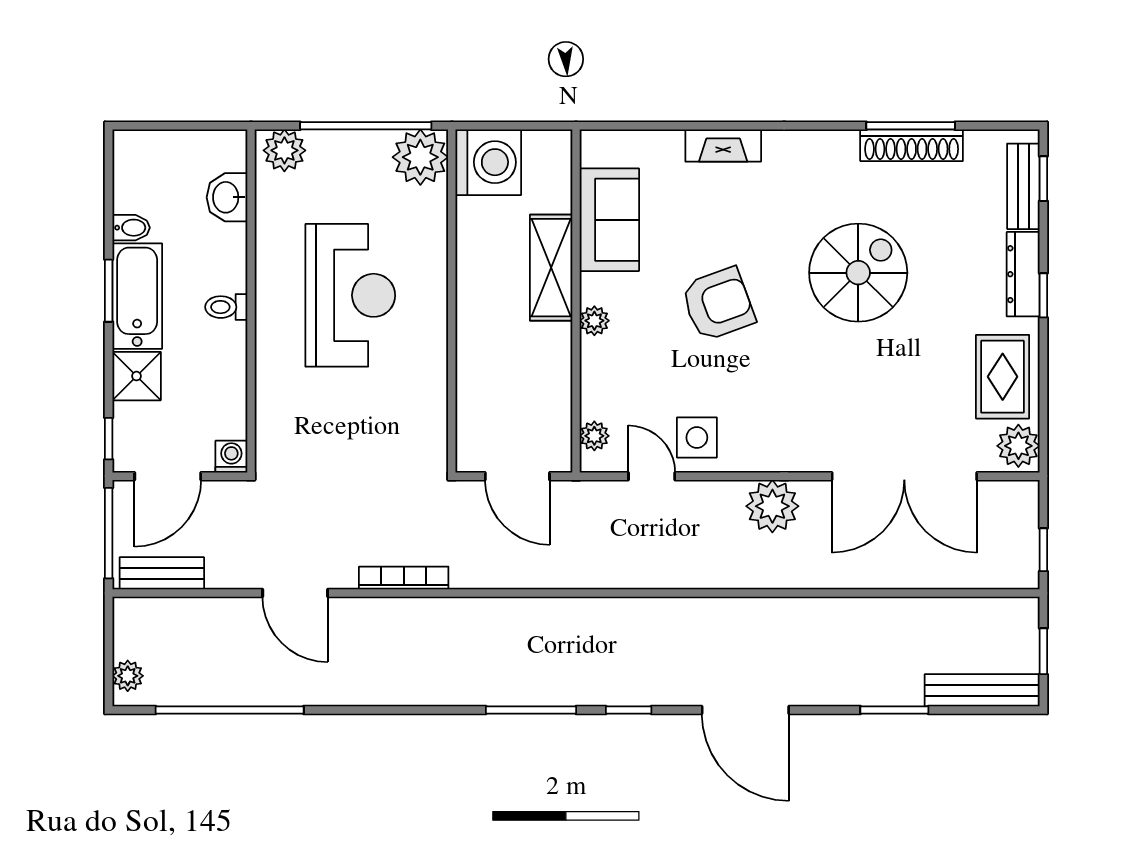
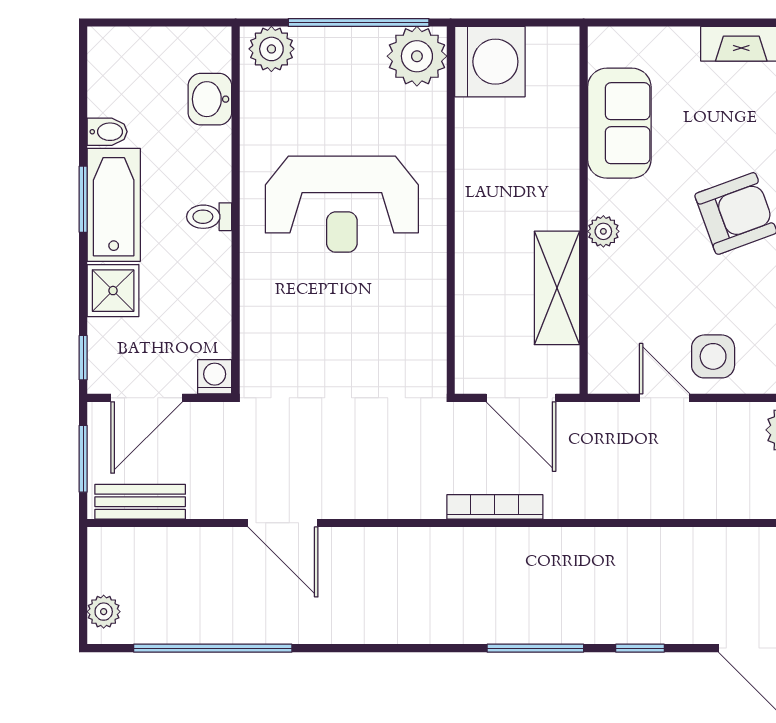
shelving: (551, 268) -> (557, 288), moved
reception desk: (350, 295) -> (342, 204), turned 90
plant: (594, 436) -> (603, 355), removed
window: (109, 533) -> (83, 459), width x0.69
bookcase: (404, 578) -> (495, 507), moved

